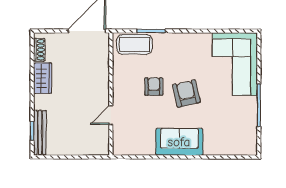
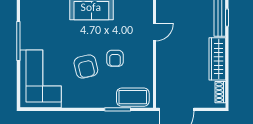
wardrobe: (43, 78) -> (217, 59), width x1.50
armchair: (186, 94) -> (86, 67), moved

